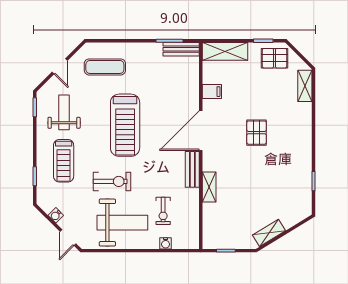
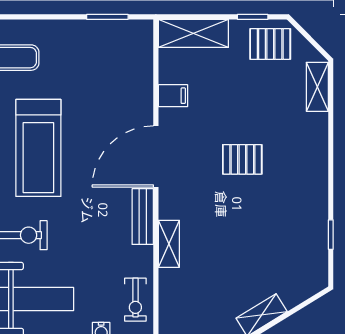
bench: (181, 49) -> (125, 30), removed
pallet: (257, 133) -> (242, 159), turned 90
exercise bike: (163, 211) -> (135, 300), moved

